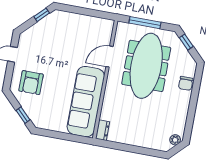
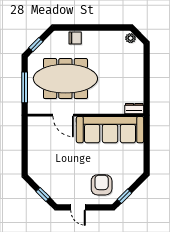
window: (42, 15) -> (43, 194), moved
armchair: (31, 83) -> (102, 185), turned -90
window: (23, 115) -> (124, 196), moved

